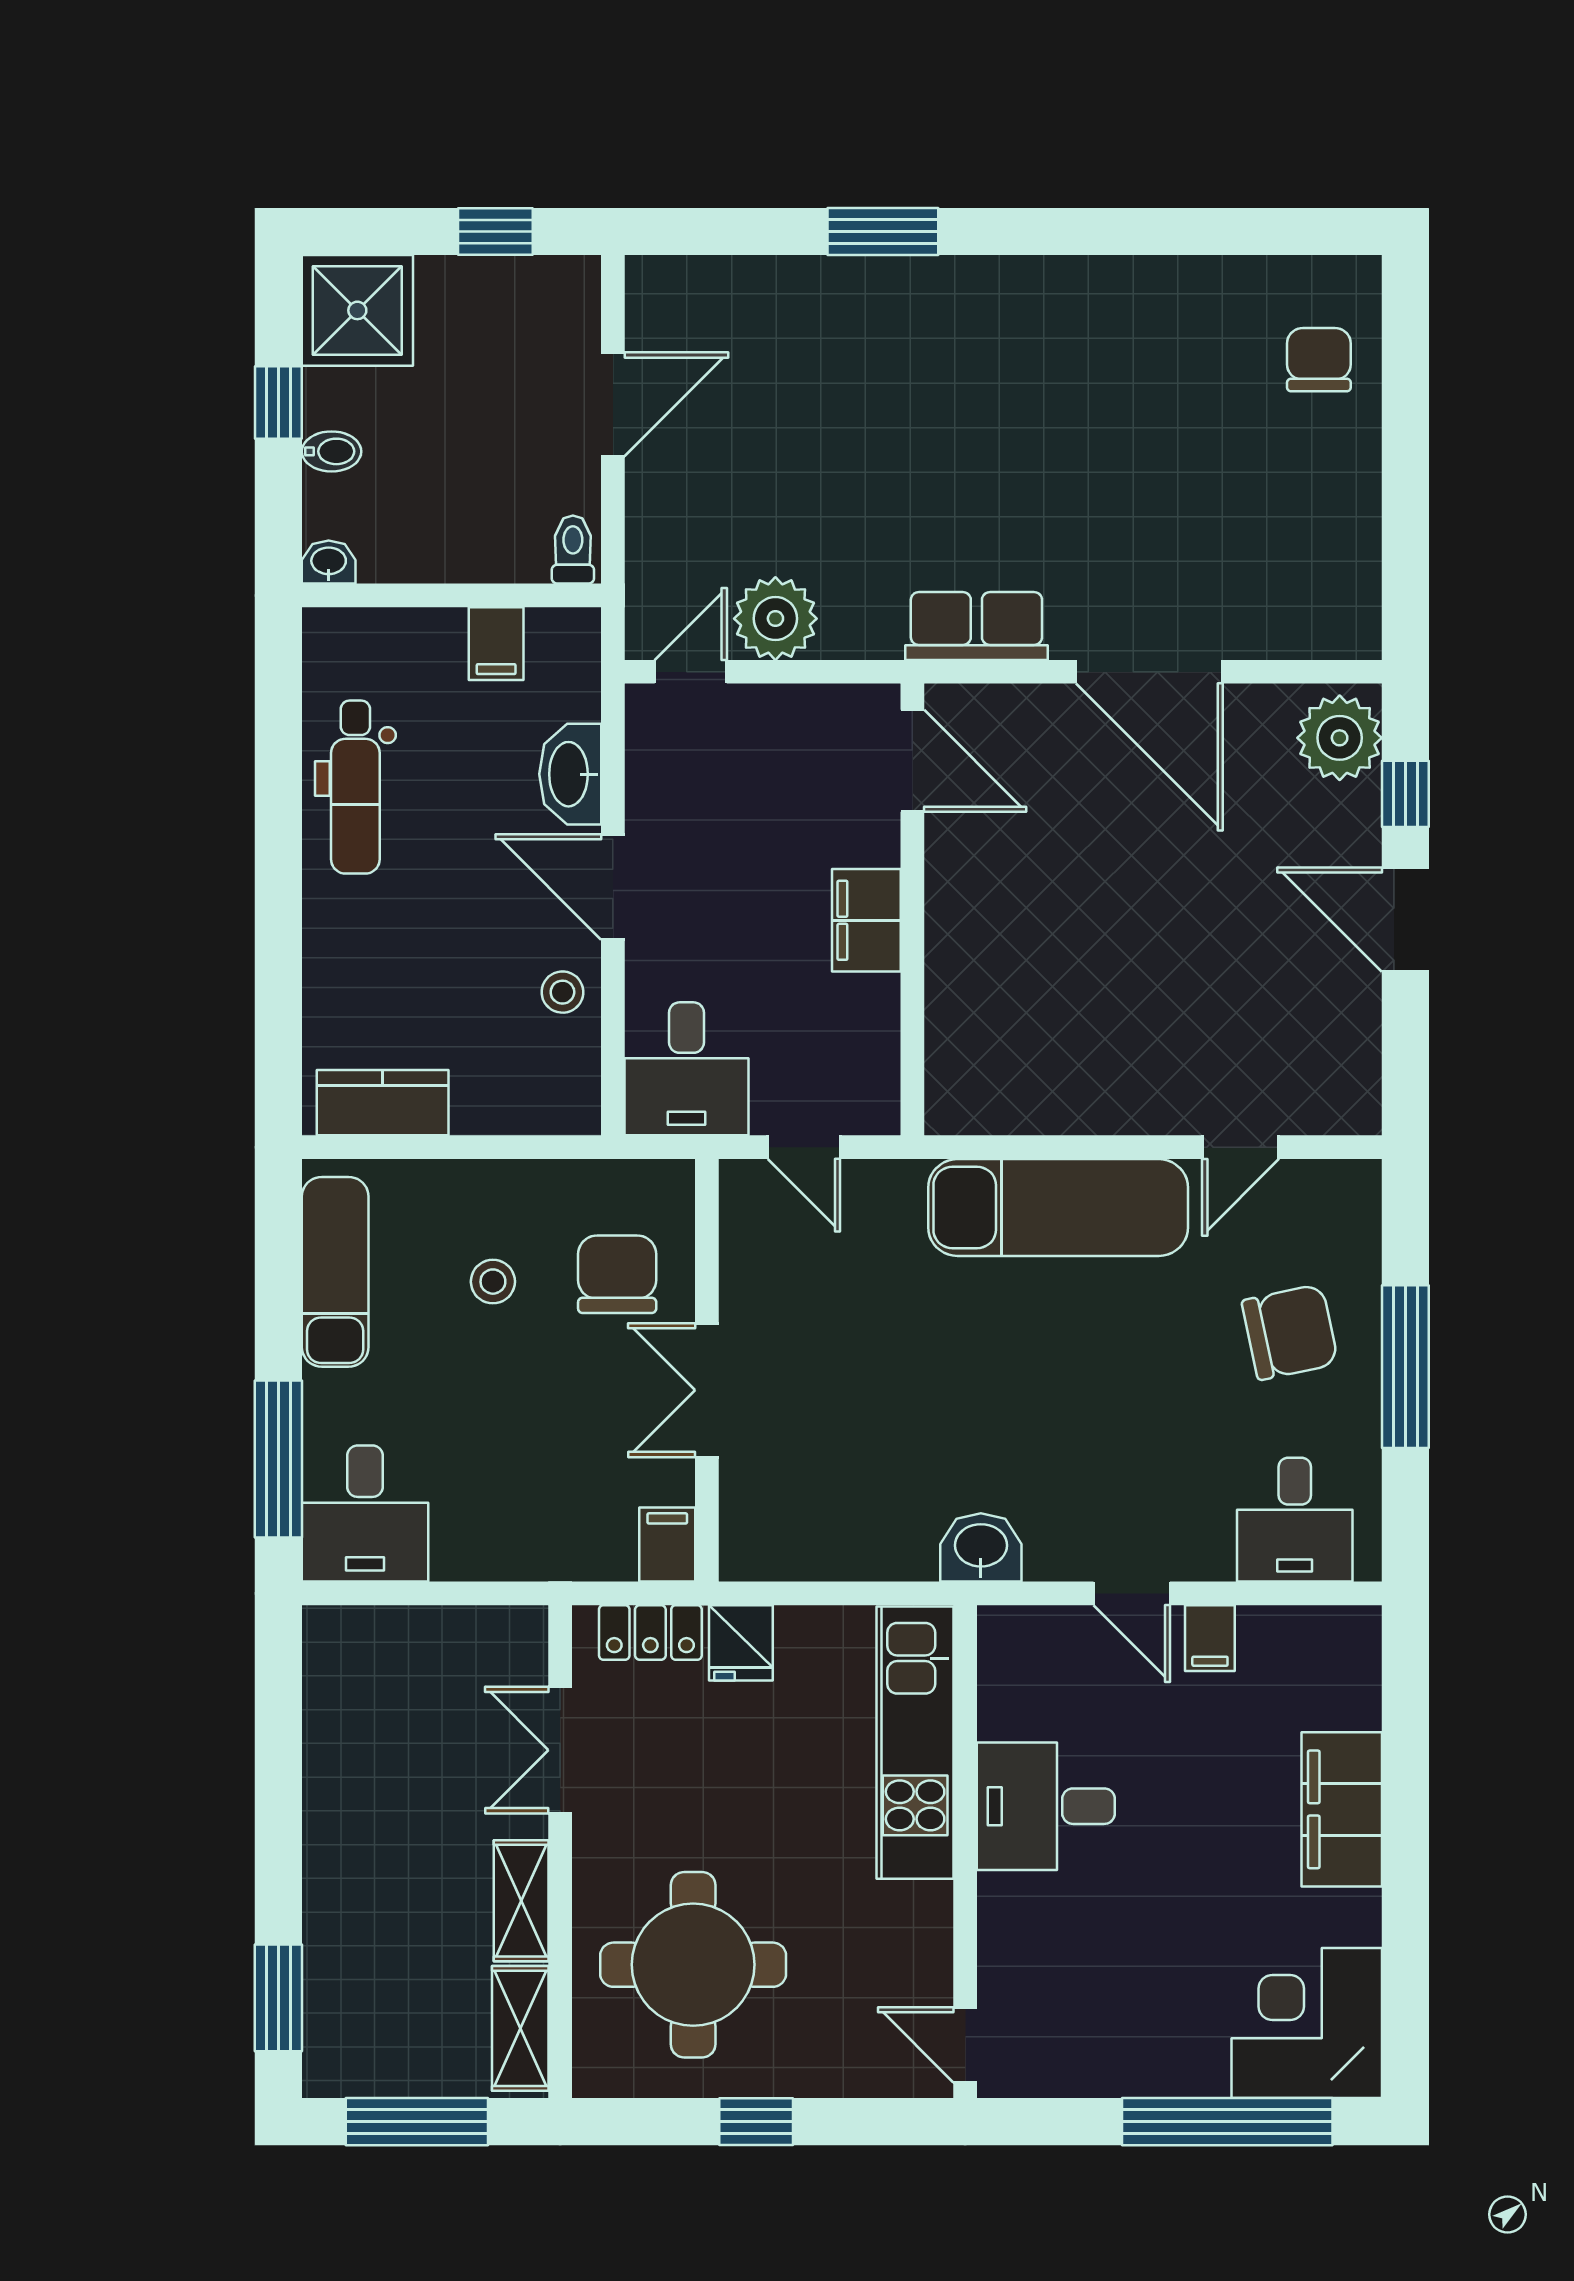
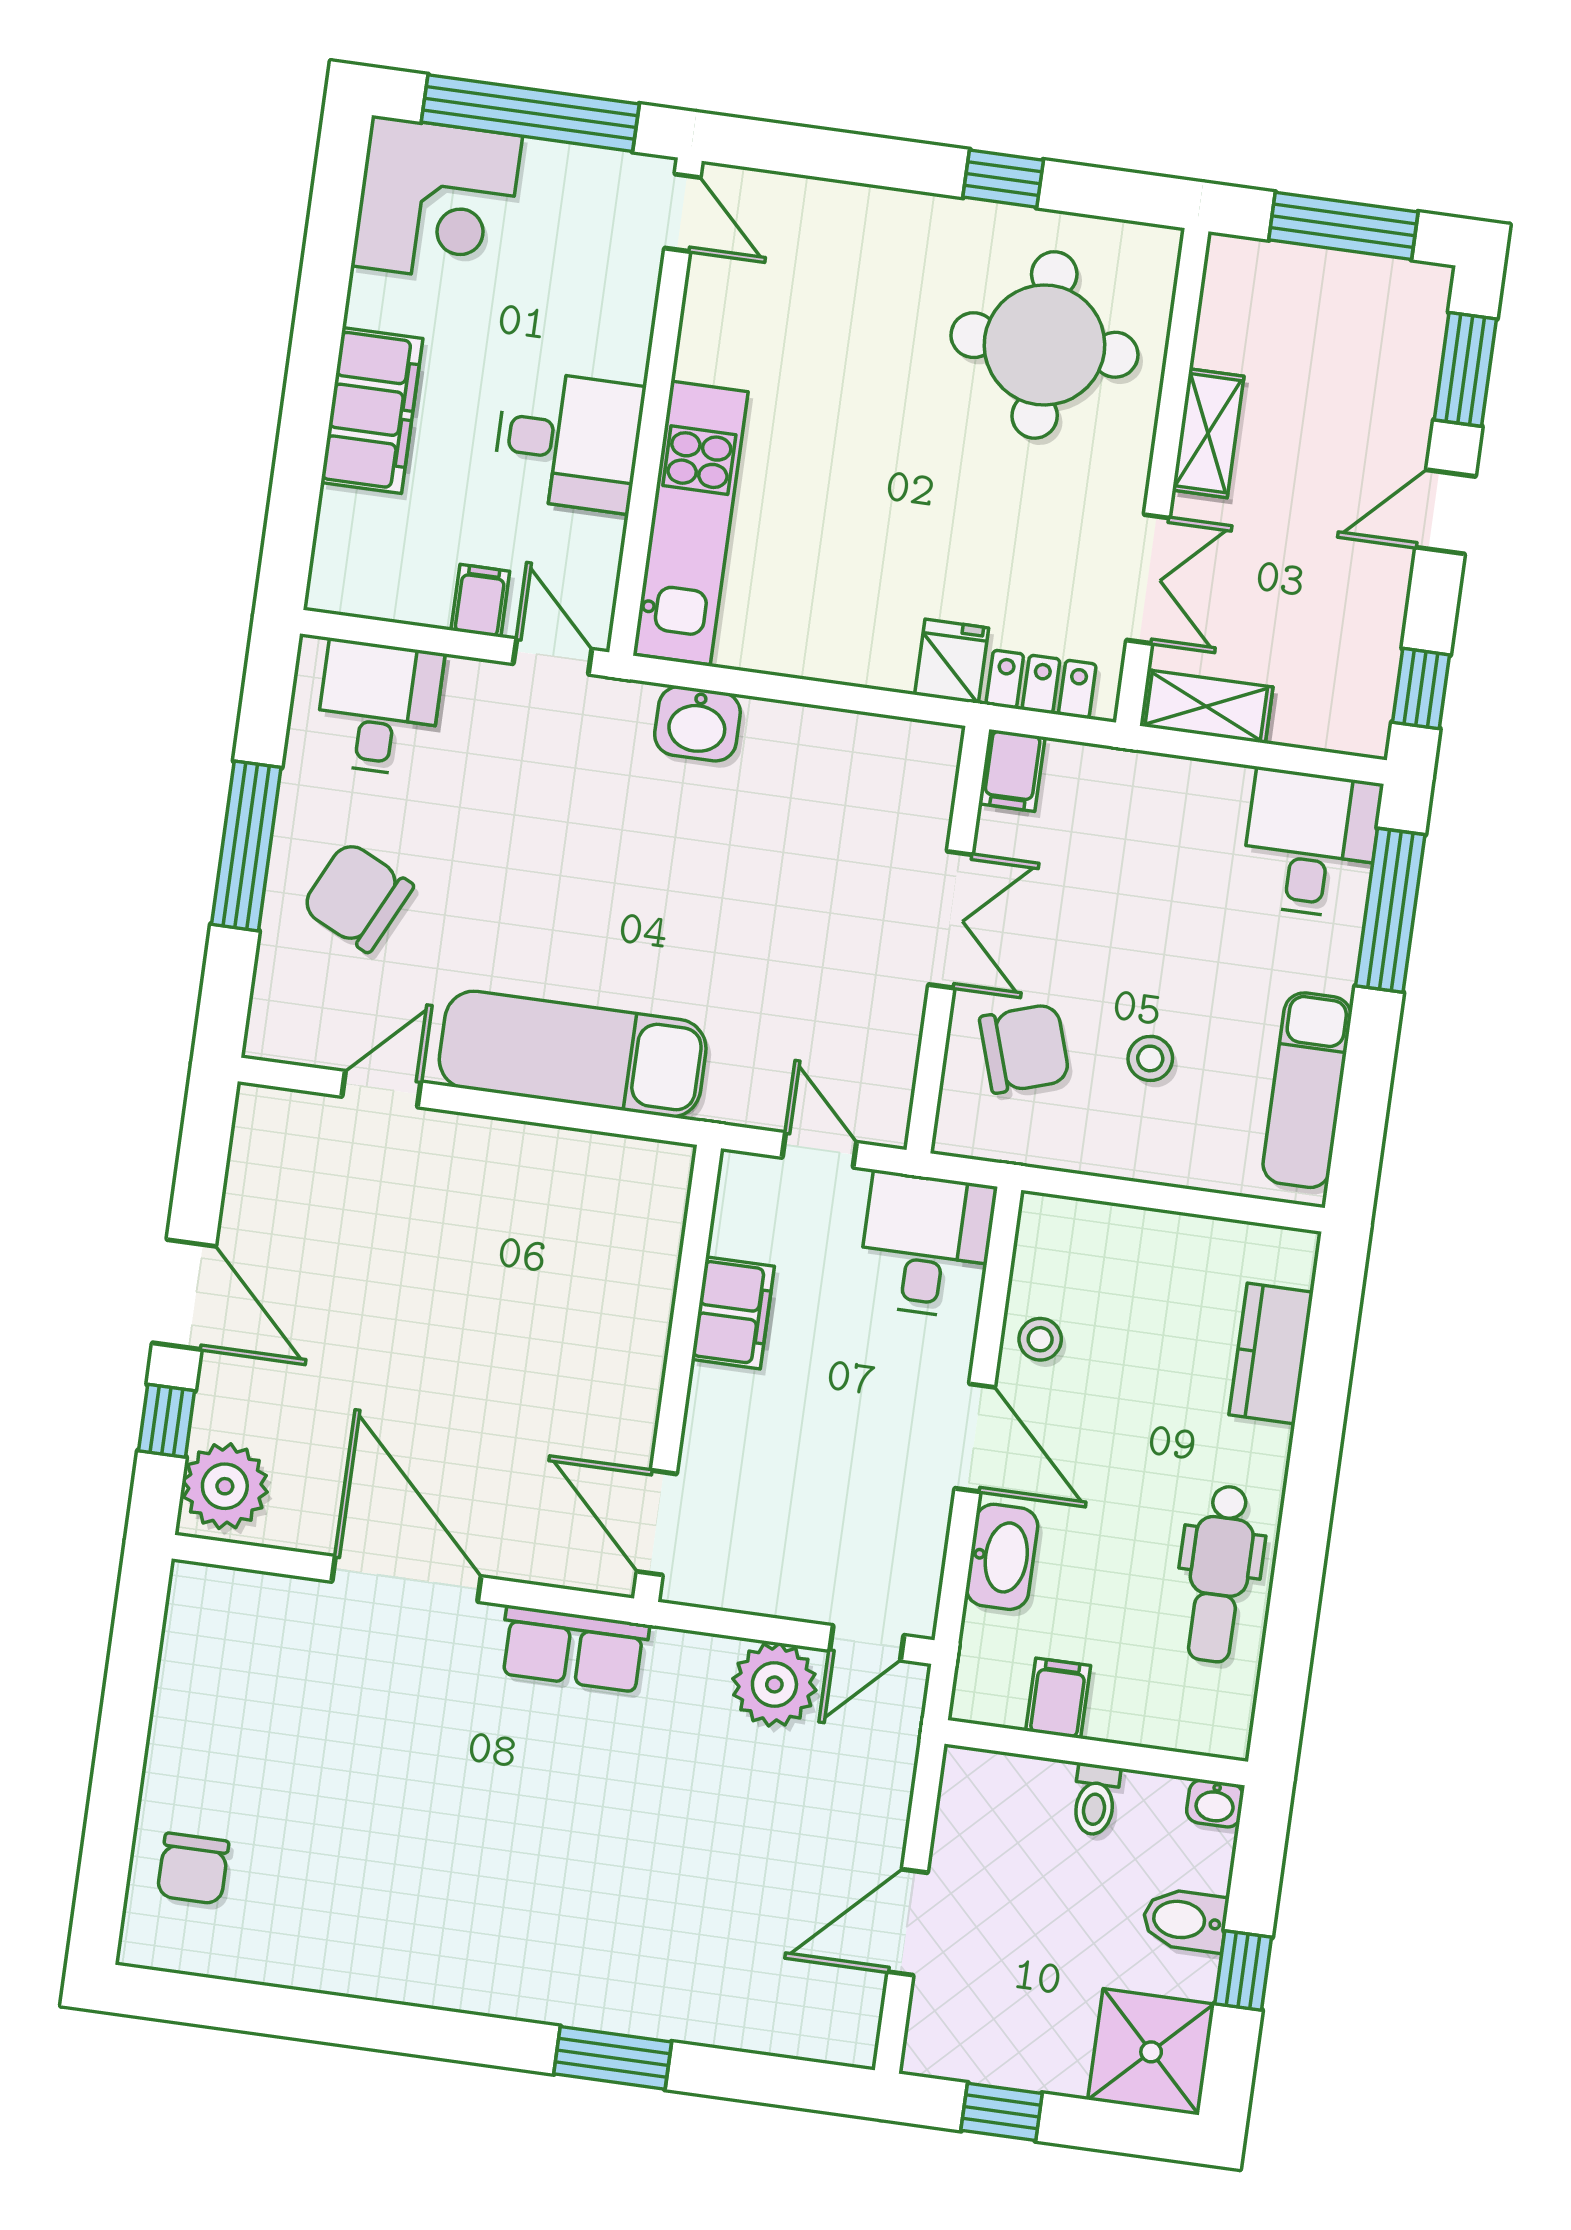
bidet: (332, 451) -> (1185, 1920), width x1.38, depth x1.36
toilet: (573, 549) -> (1095, 1800), moved
dental chair: (355, 787) -> (1219, 1574), turned 180
filing cabinet: (866, 920) -> (733, 1313), moved
kitchen counter: (383, 1103) -> (1271, 1353), moved, turned 90
chair: (617, 1274) -> (1025, 1048), turned -108
chair: (1290, 1332) -> (357, 897), turned 38
window: (278, 1680) -> (1421, 689), added
kitchen unit: (915, 1743) -> (691, 523), moved
desk: (1046, 1806) -> (568, 441), moved
wall: (965, 1852) -> (656, 407), moved
door: (278, 1856) -> (1446, 512), added
shelving: (520, 2028) -> (1206, 706), moved, turned 90
door: (965, 2045) -> (682, 213), moved

